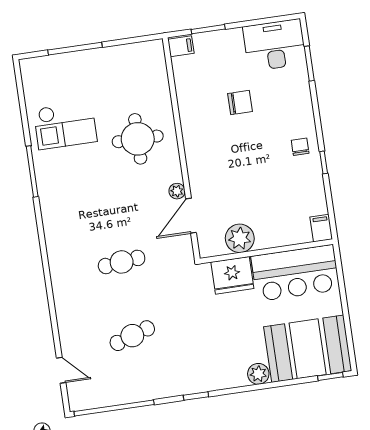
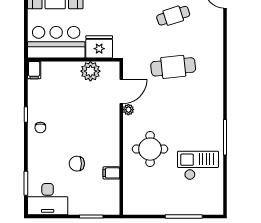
filing cabinet: (181, 46) -> (111, 173), moved
cafe table: (122, 262) -> (173, 67), width x1.37, depth x1.35

